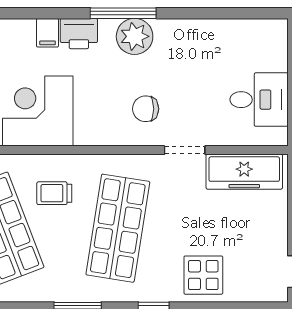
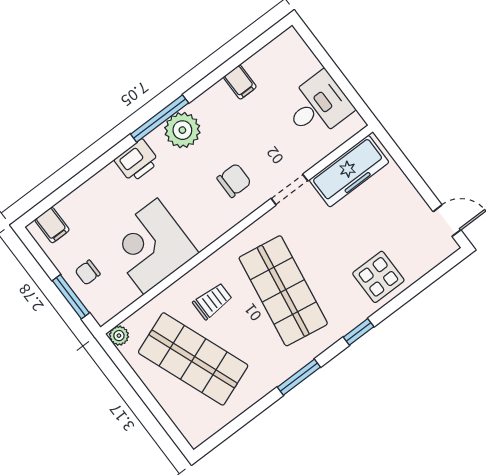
filing cabinet: (48, 33) -> (240, 82), moved
chair: (146, 109) -> (234, 180), turned 180
trolley: (54, 193) -> (213, 301), turned 180

